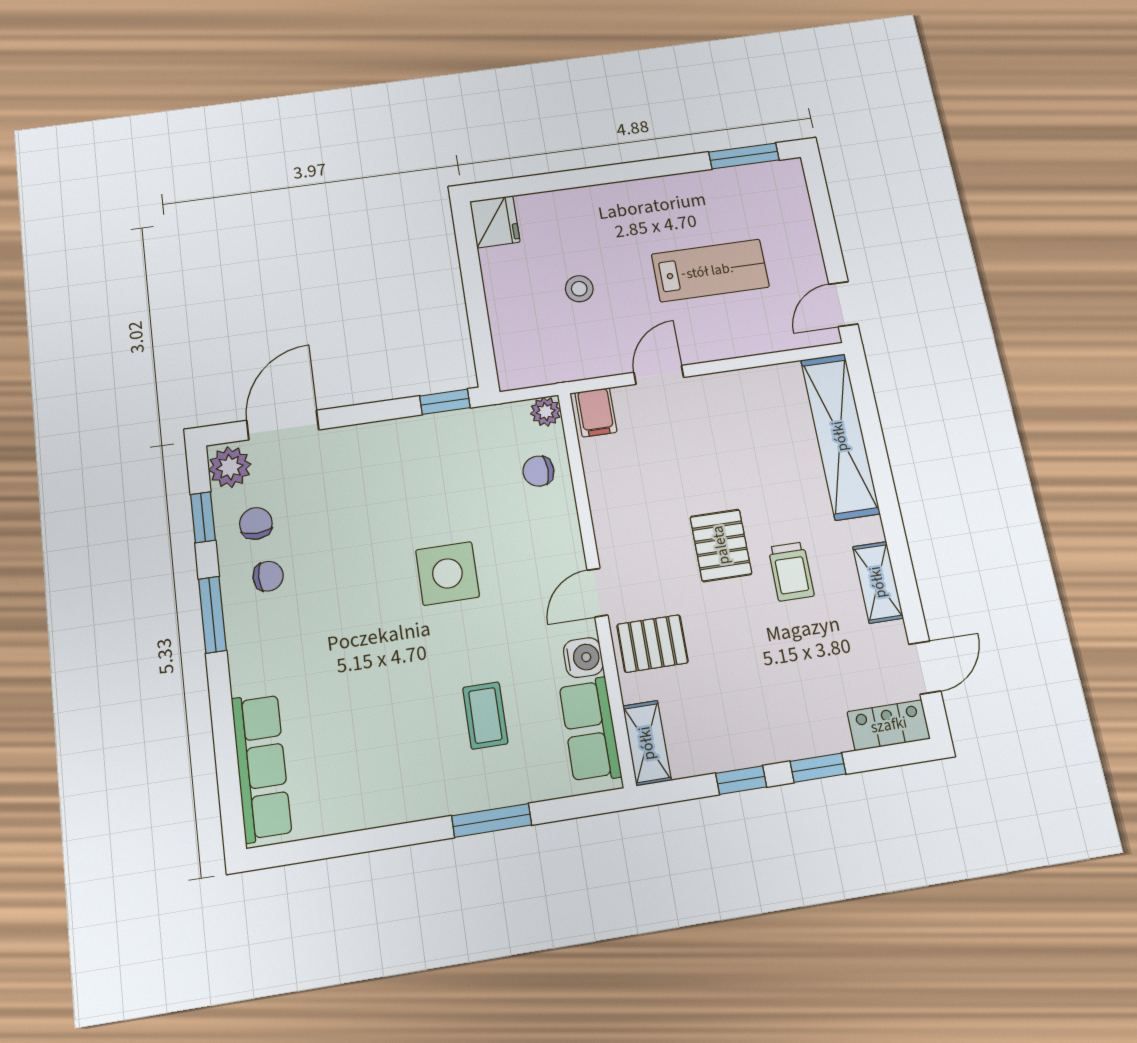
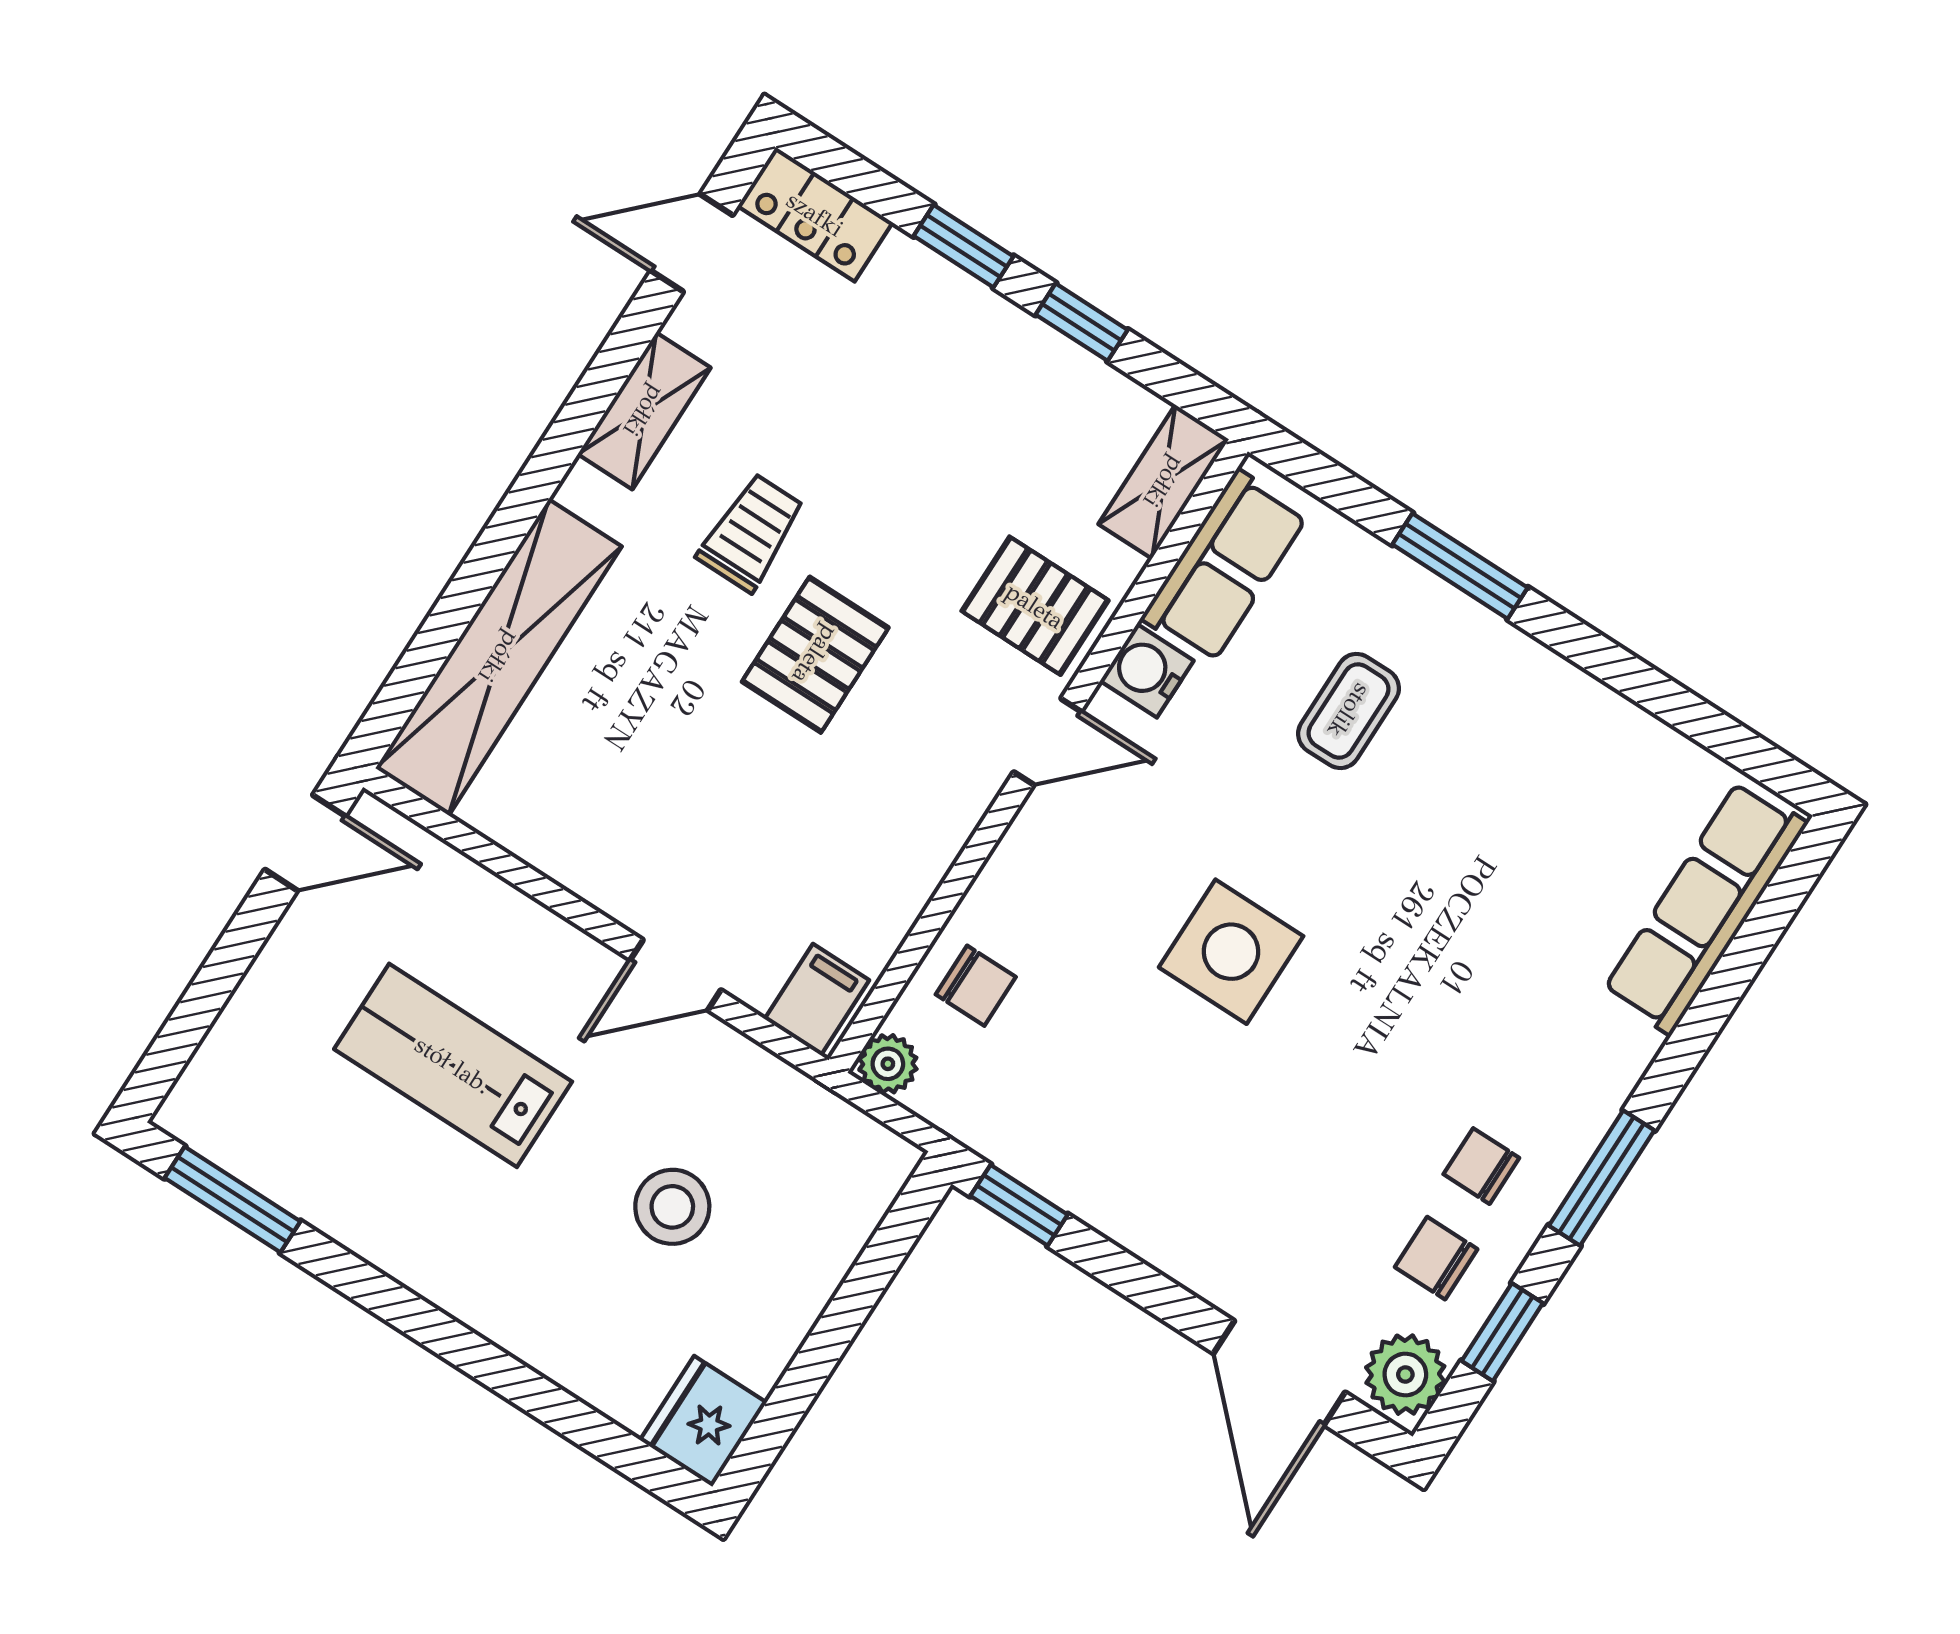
stool: (579, 289) -> (672, 1207), width x1.37, depth x1.37
door: (283, 425) -> (1279, 1373), hinge flipped
chair: (256, 523) -> (1436, 1258), turned 91

